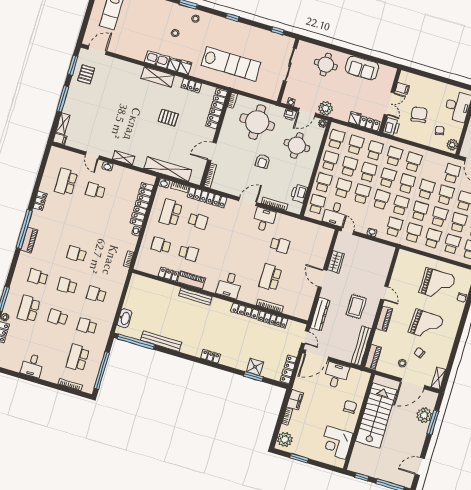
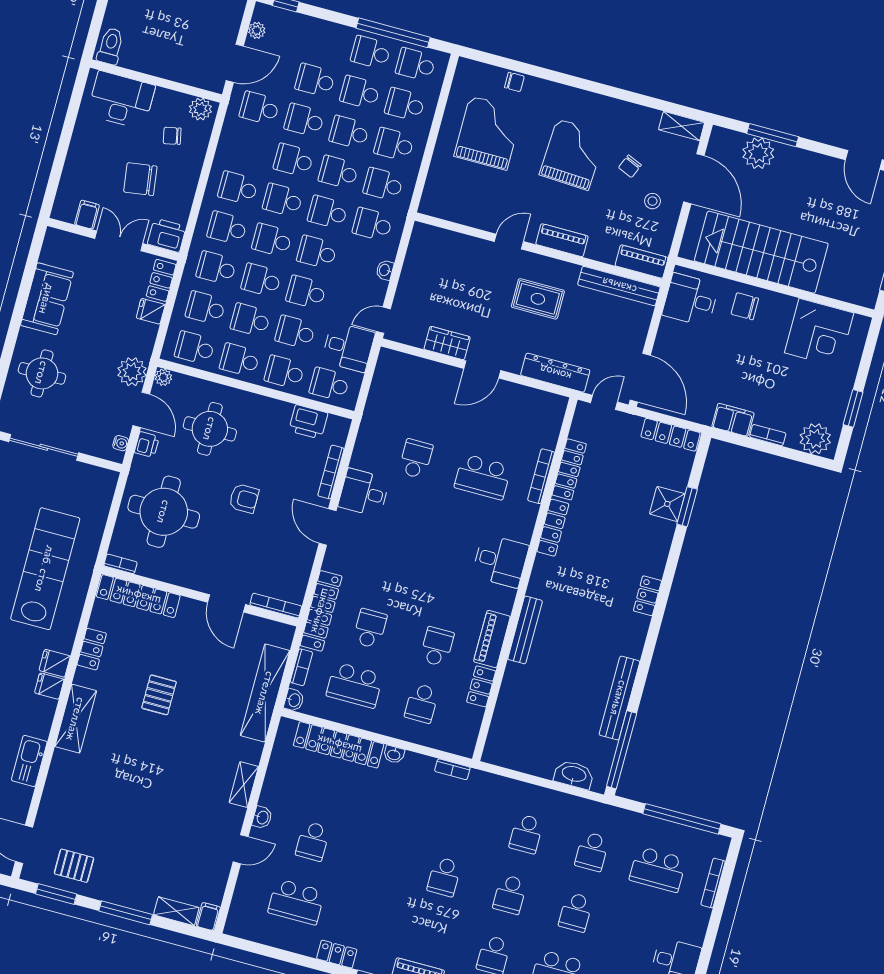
kitchen sink: (157, 60) -> (29, 761), moved
desk: (336, 375) -> (691, 300), moved

